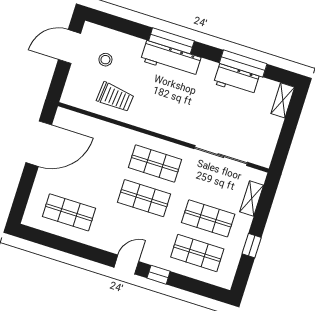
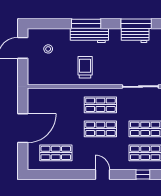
trolley: (115, 97) -> (85, 67), moved, turned -95
door: (39, 144) -> (23, 128), moved
door: (126, 264) -> (103, 174), hinge flipped
window: (159, 275) -> (143, 174), moved

